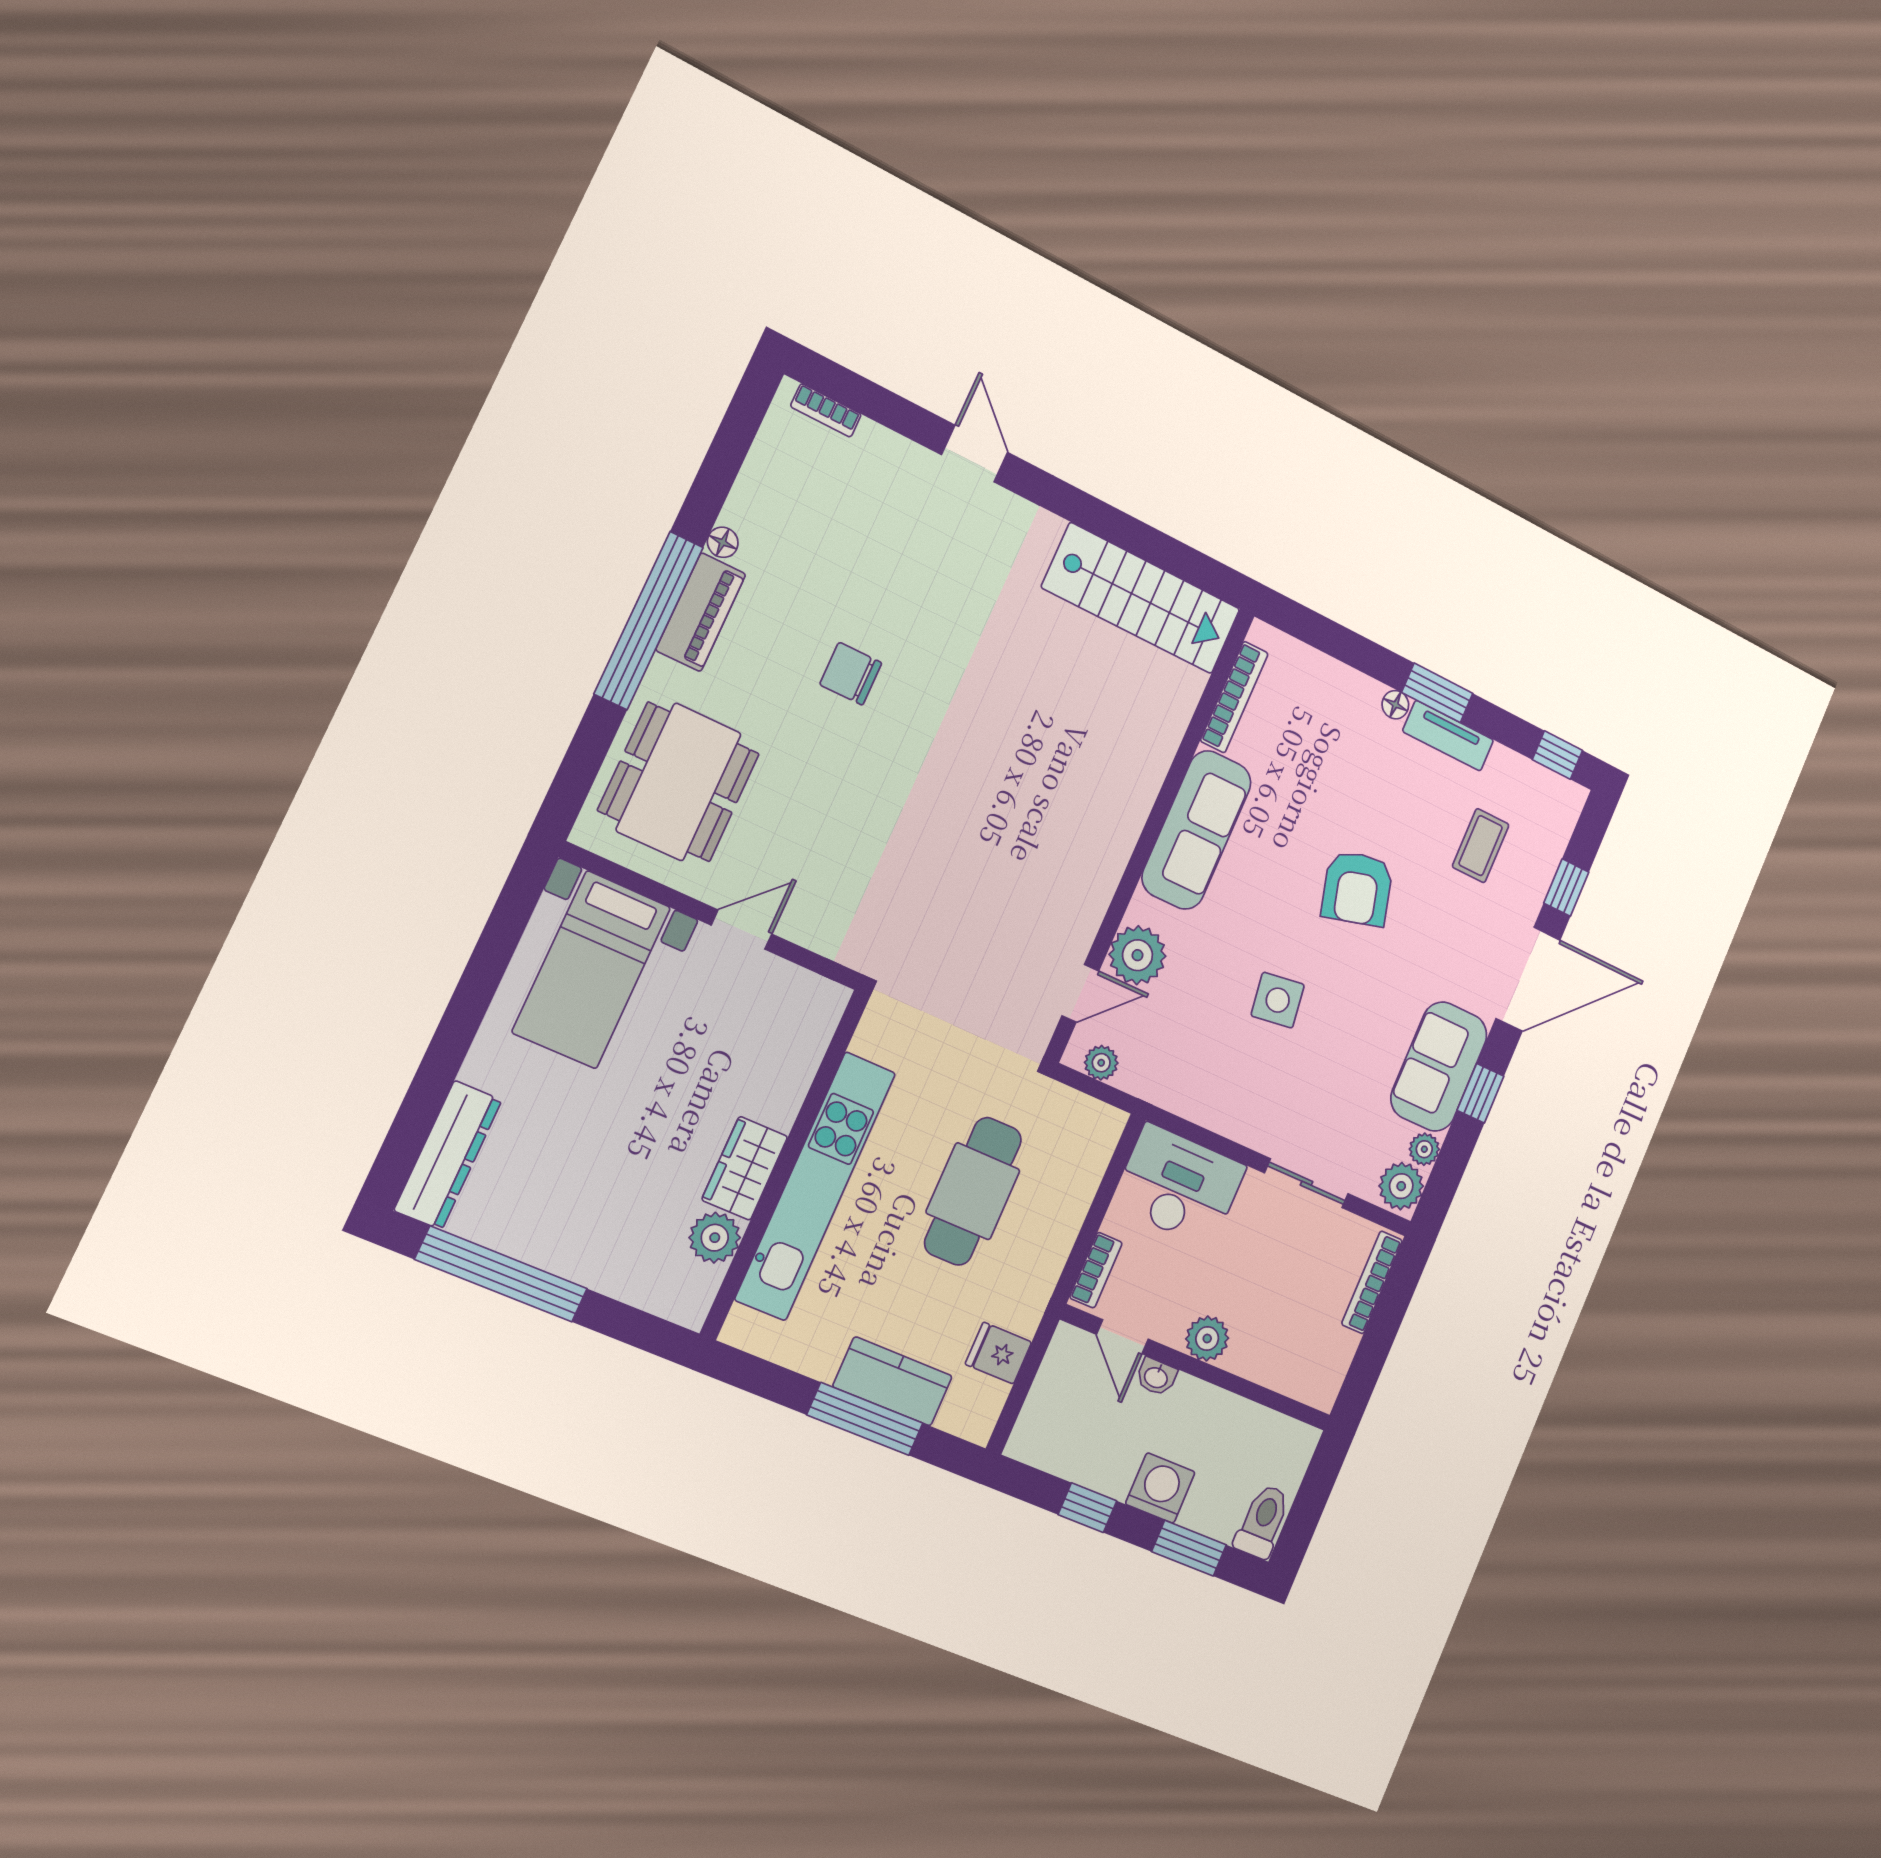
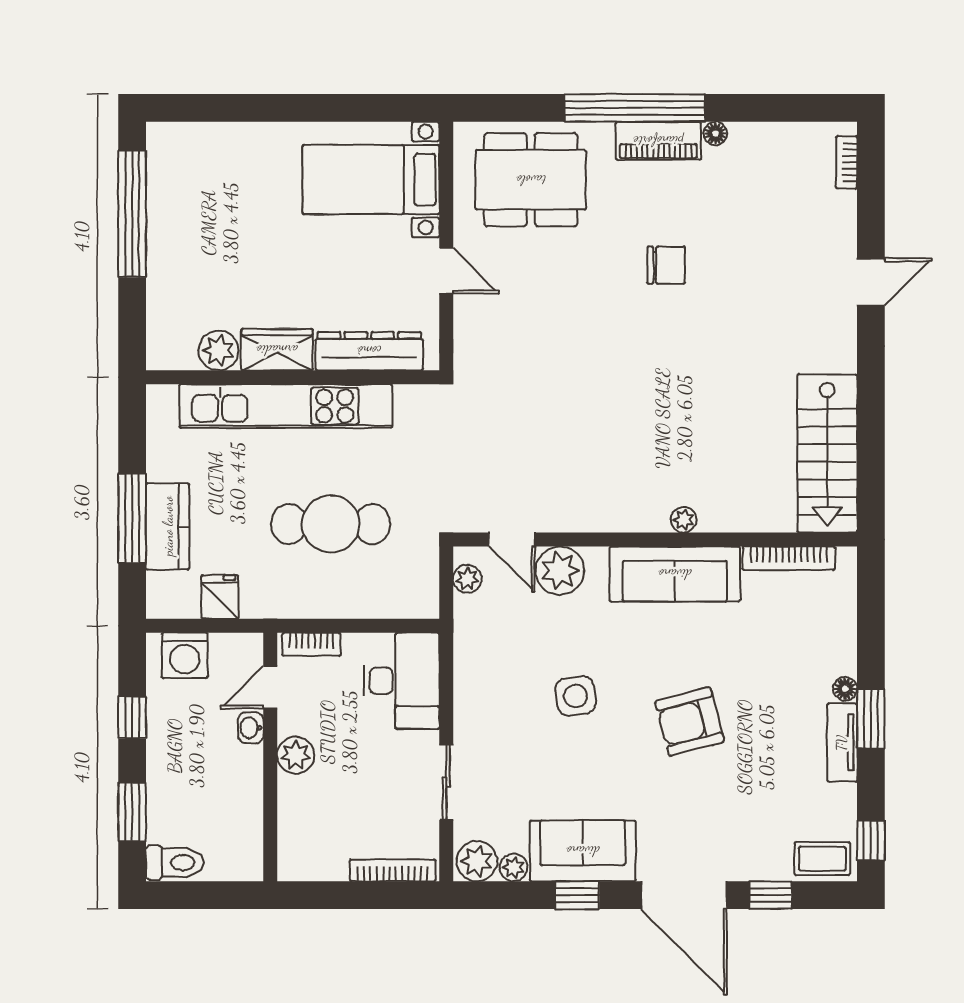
chair: (851, 674) -> (666, 265), turned 90
plant: (1143, 792) -> (684, 520), added
coffee table: (1481, 846) -> (822, 859), moved
dresser: (448, 1155) -> (369, 351), moved, turned 180
washing machine: (1160, 1488) -> (185, 655), moved, turned 90

